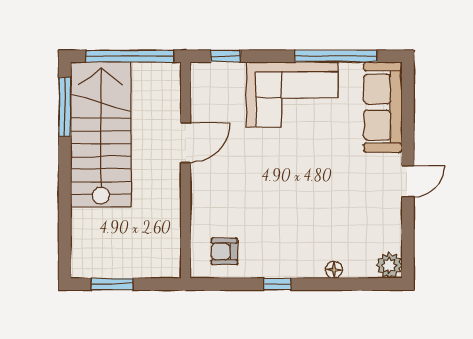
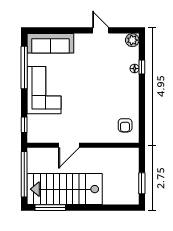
door: (186, 143) -> (69, 145), swing flipped
door: (408, 181) -> (101, 30), moved
window: (277, 284) -> (142, 67), moved

